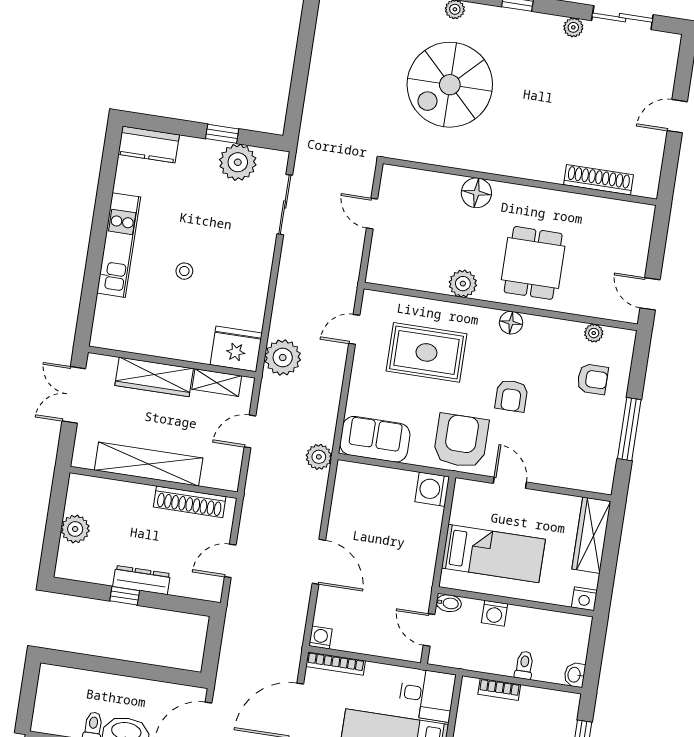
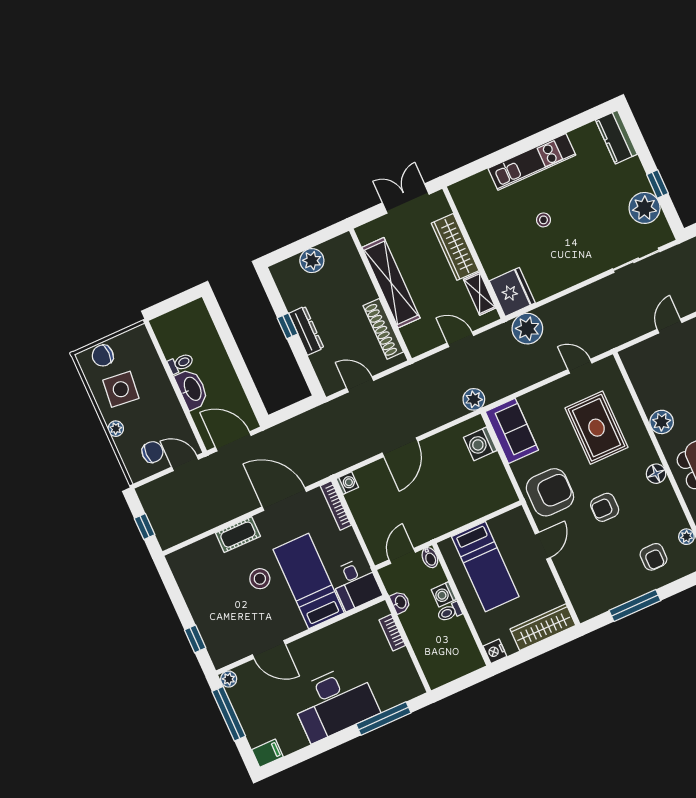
washing machine: (432, 489) -> (480, 444), moved, turned -90
toilet: (524, 665) -> (450, 612), moved, turned 180
washbasin: (575, 675) -> (400, 602), moved, turned 90

